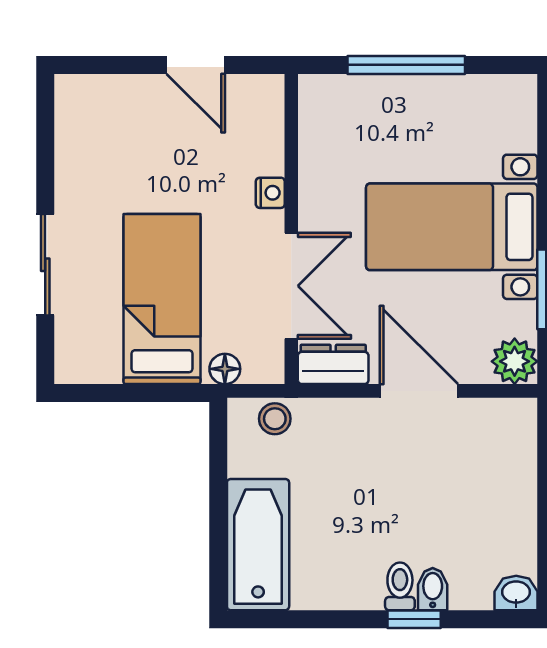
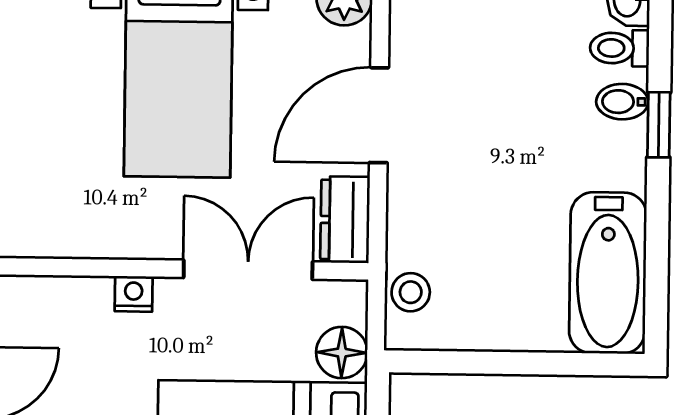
floor lamp: (225, 369) -> (342, 353), width x1.37, depth x1.37
bathtub: (258, 545) -> (608, 273), moved, turned -90
toilet: (400, 586) -> (620, 48), moved

